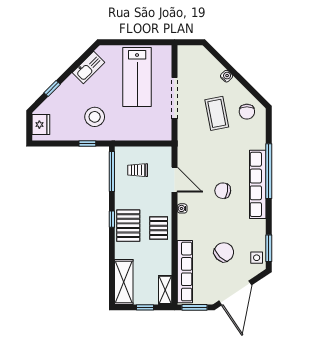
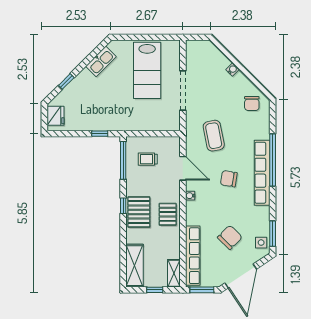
coffee table: (217, 113) -> (214, 136), moved
stool: (95, 117) -> (107, 108), removed

